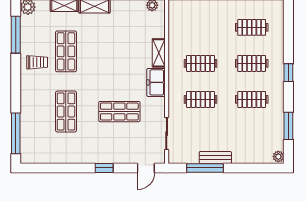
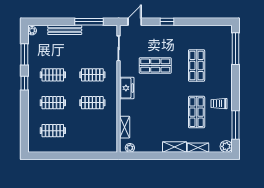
shelving: (159, 53) -> (125, 127), moved
window: (288, 73) -> (24, 83), moved
bench: (215, 157) -> (65, 30), moved, width x1.36

